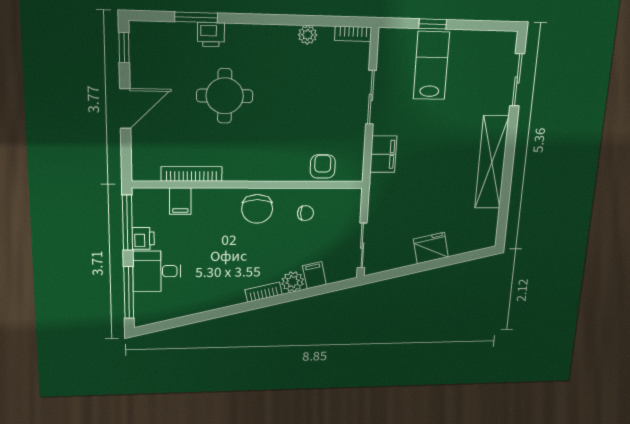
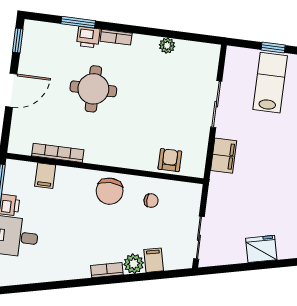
bookcase: (353, 34) -> (116, 37), moved

